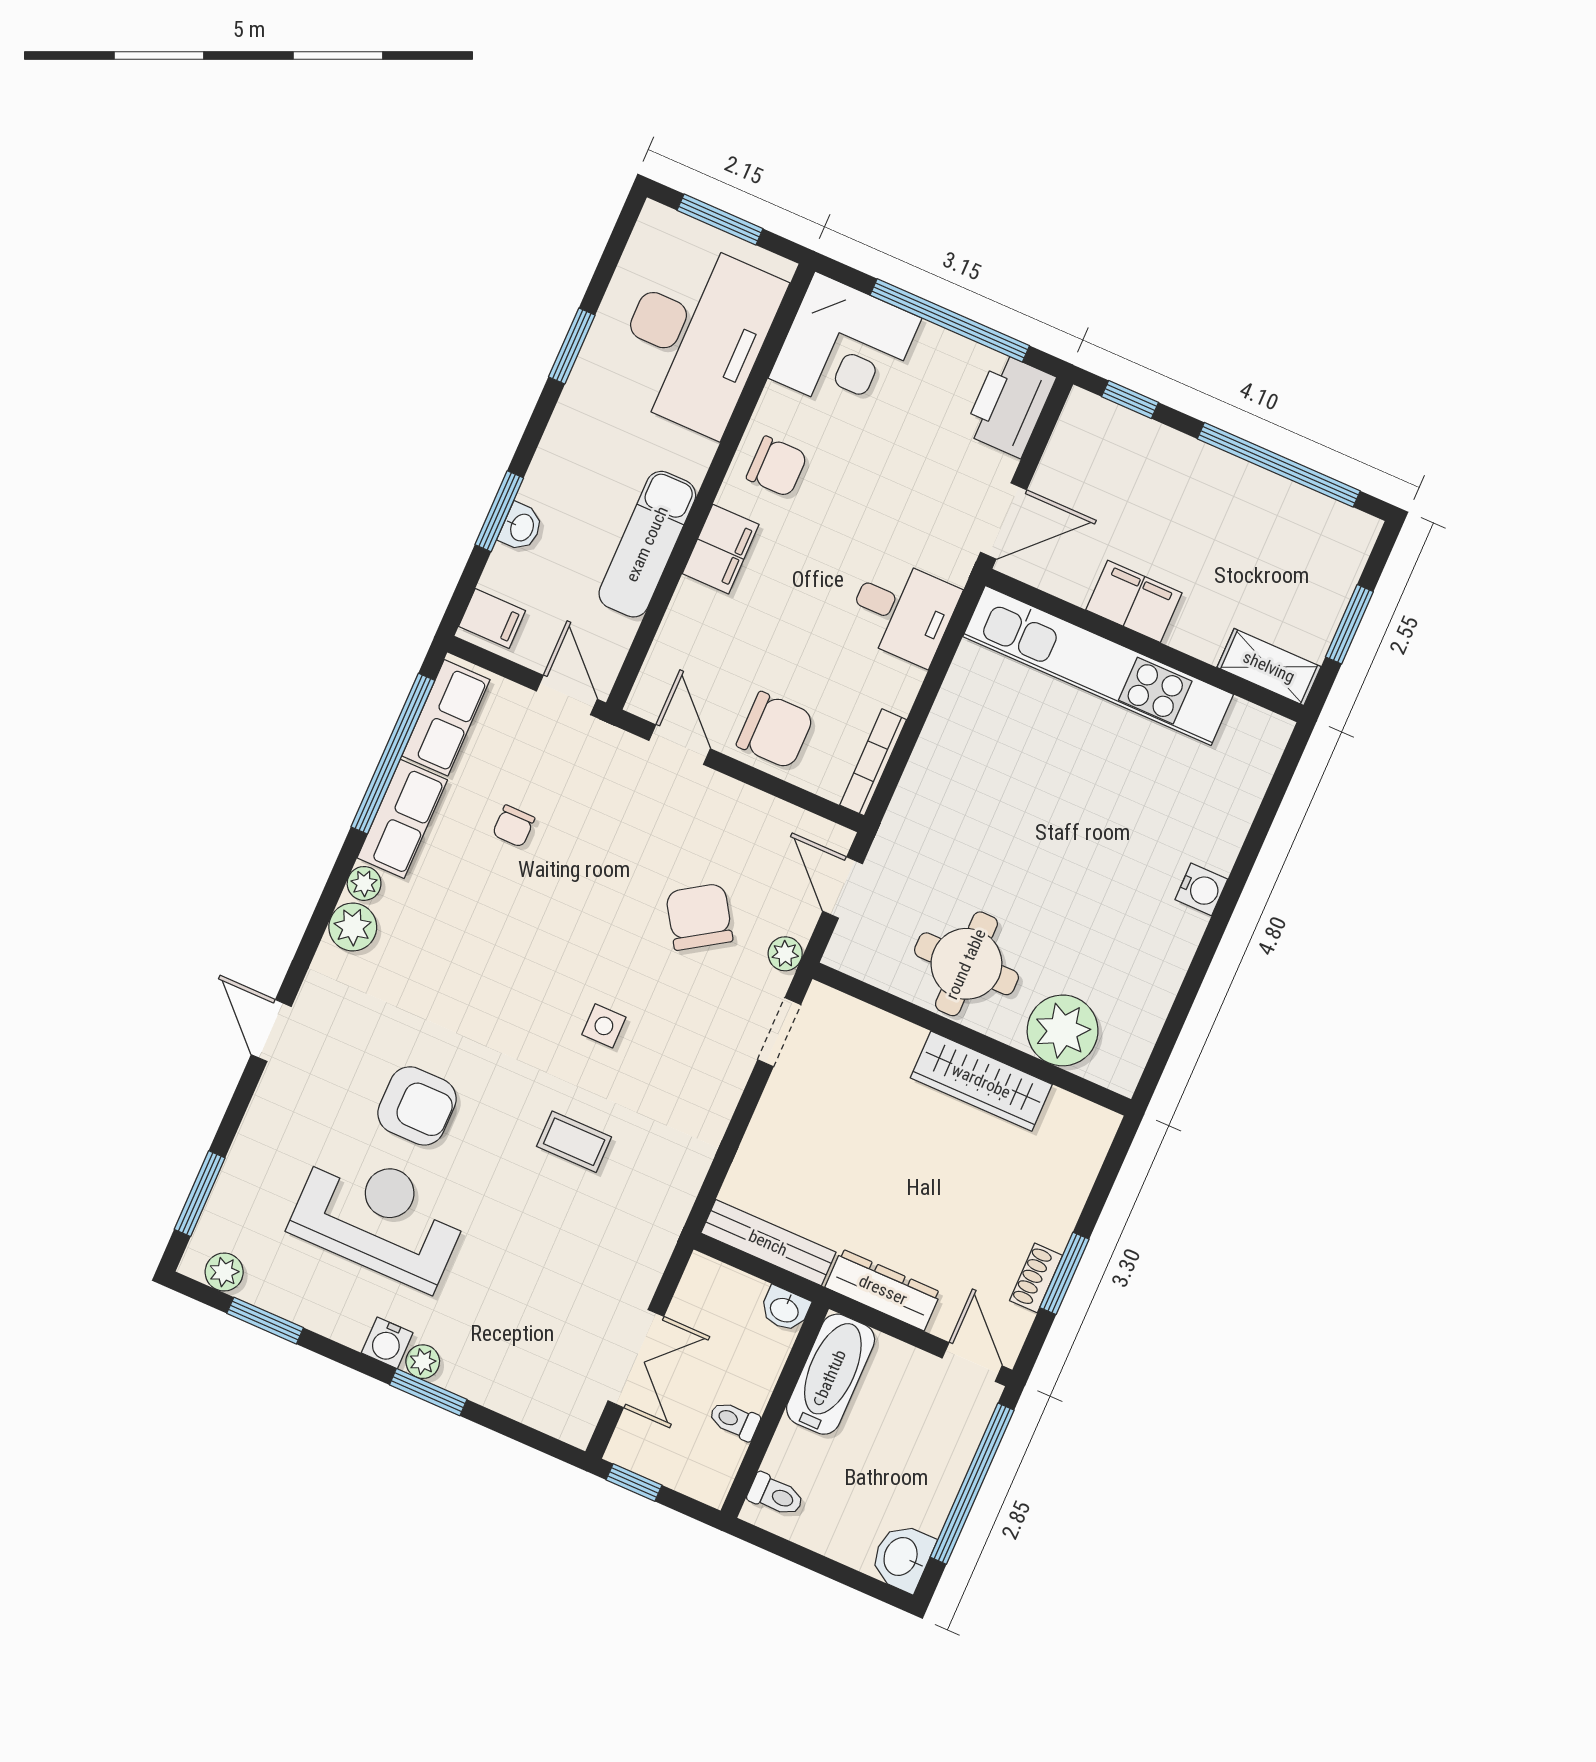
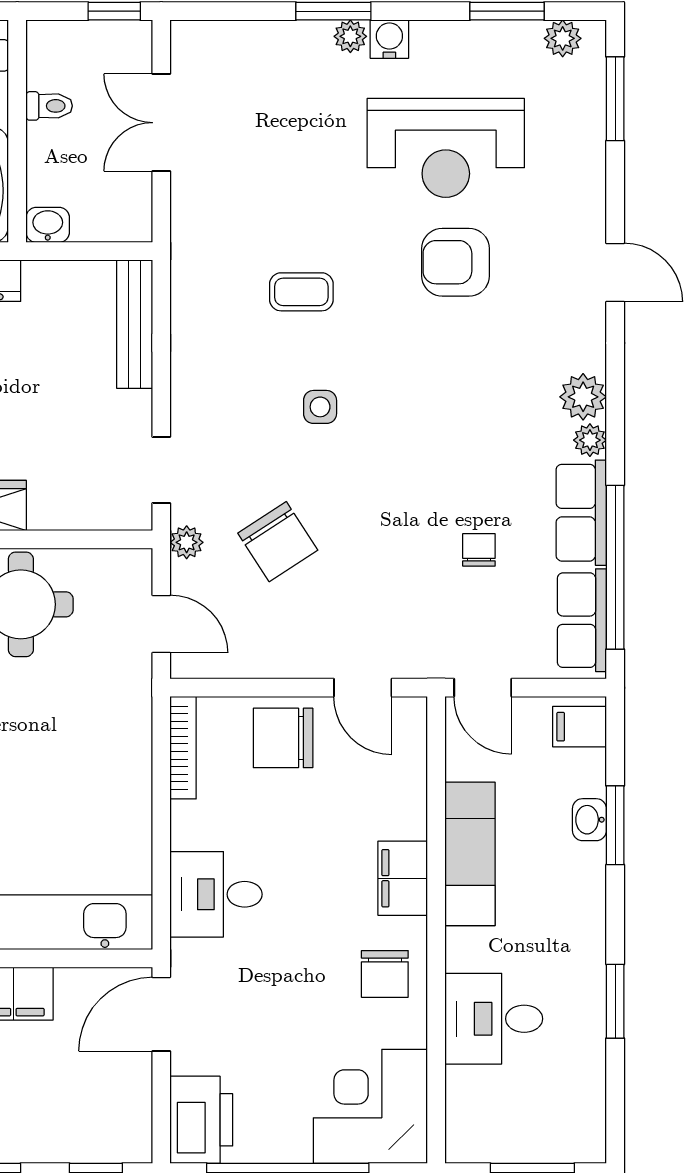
desk: (696, 336) -> (494, 1019), width x0.53, depth x0.77
chair: (777, 467) -> (385, 974), turned -90
bench: (768, 1243) -> (135, 324), moved, turned 90

